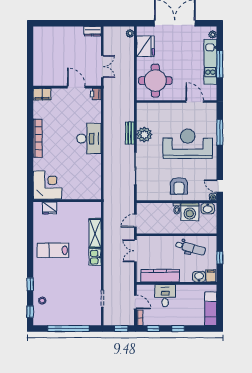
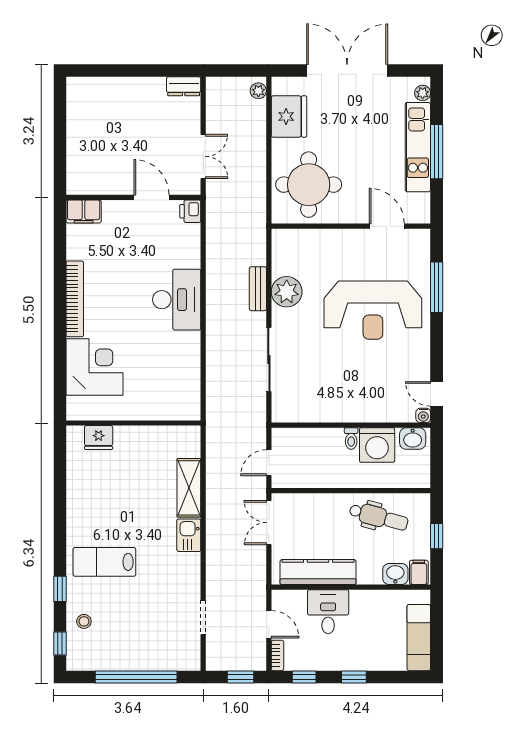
reception desk: (188, 144) -> (373, 310), turned 180
corner desk: (48, 185) -> (95, 367), moved
armchair: (179, 186) -> (355, 394), removed
lab bench: (53, 250) -> (104, 562), moved

